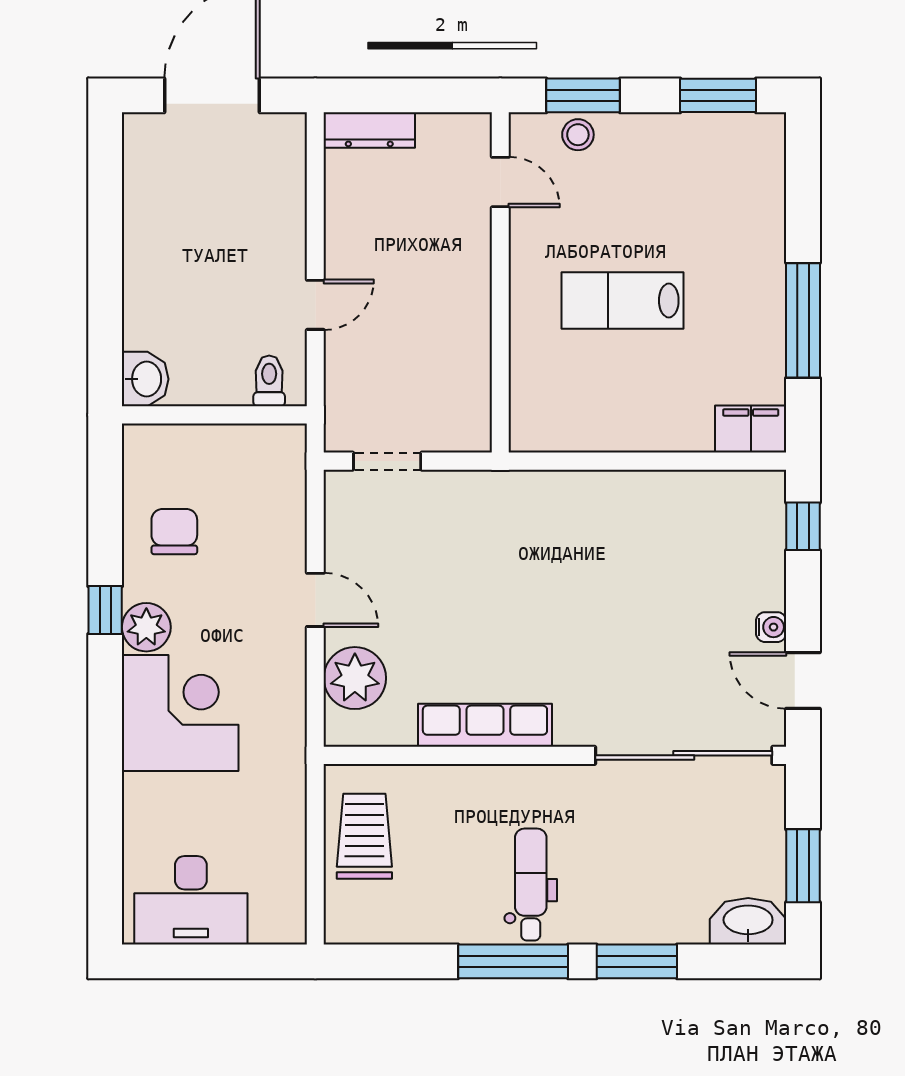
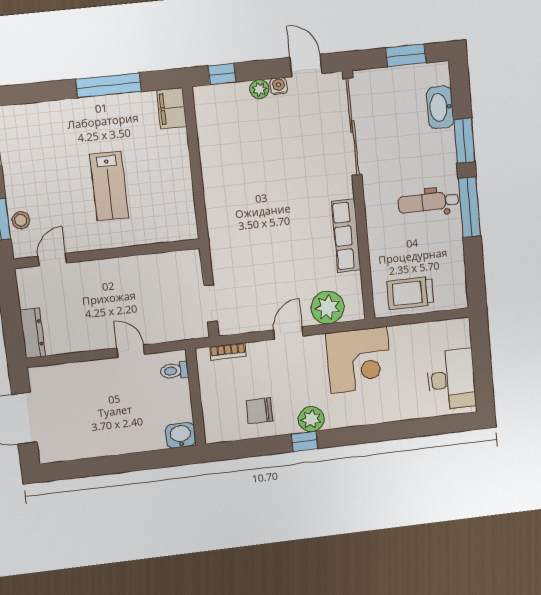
bookcase: (294, 484) -> (228, 351), added
plant: (769, 591) -> (259, 89), added
door: (803, 680) -> (306, 65), swing flipped
corner desk: (180, 713) -> (359, 360), moved, turned 180
washbasin: (748, 921) -> (440, 107), moved

